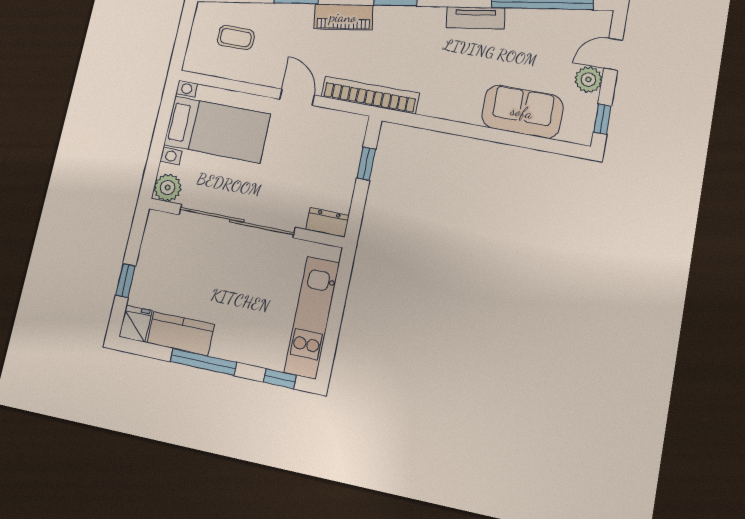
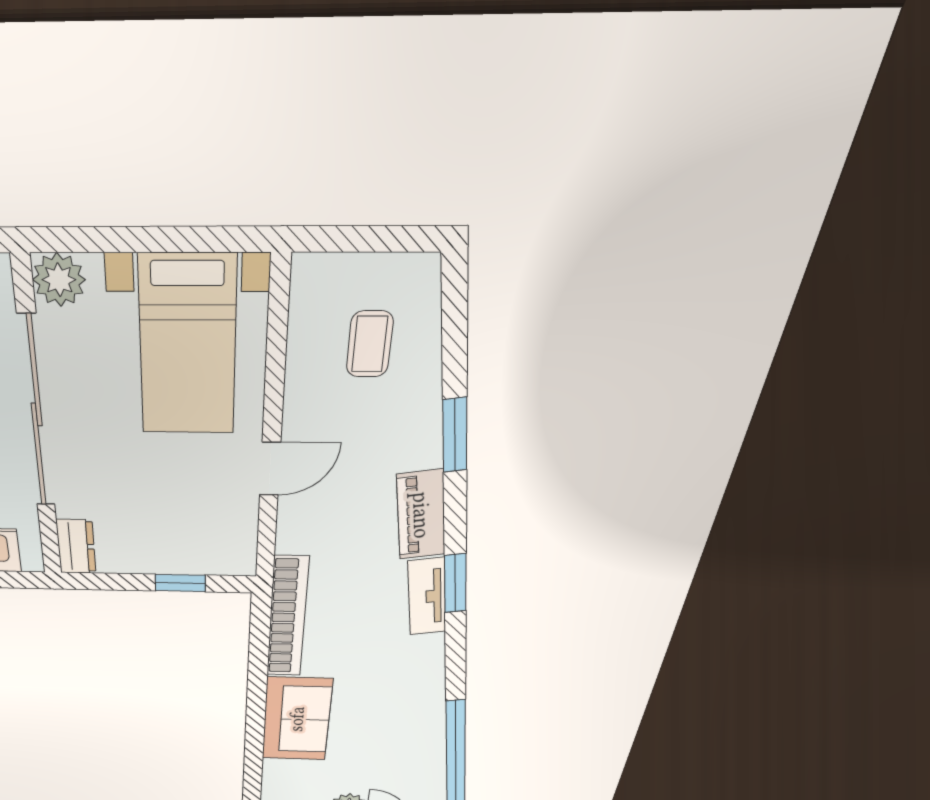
tv unit: (476, 18) -> (427, 597), moved
bookcase: (370, 95) -> (287, 618), moved
sofa: (522, 112) -> (297, 719), moved

